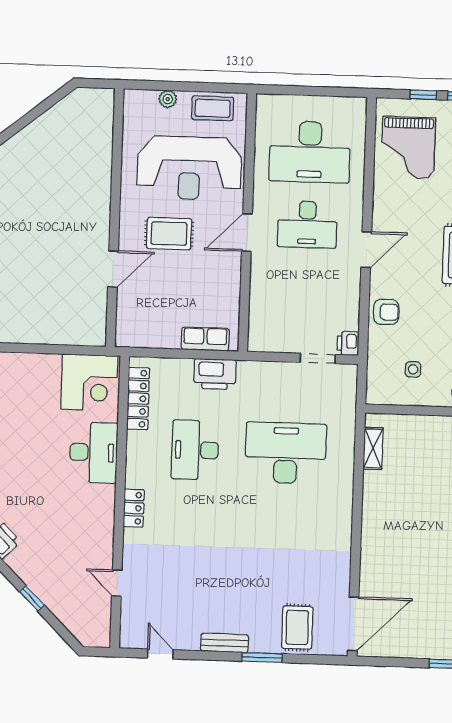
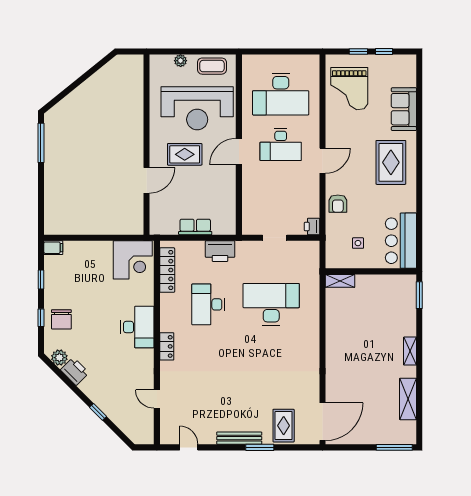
armchair: (386, 312) -> (338, 204), turned 90
row of seats: (205, 339) -> (195, 227), moved
doorway: (318, 358) -> (275, 238), moved
shelving: (373, 448) -> (340, 281), moved, turned 90
desk: (94, 452) -> (137, 327), moved
bench: (224, 643) -> (239, 438), width x1.36

